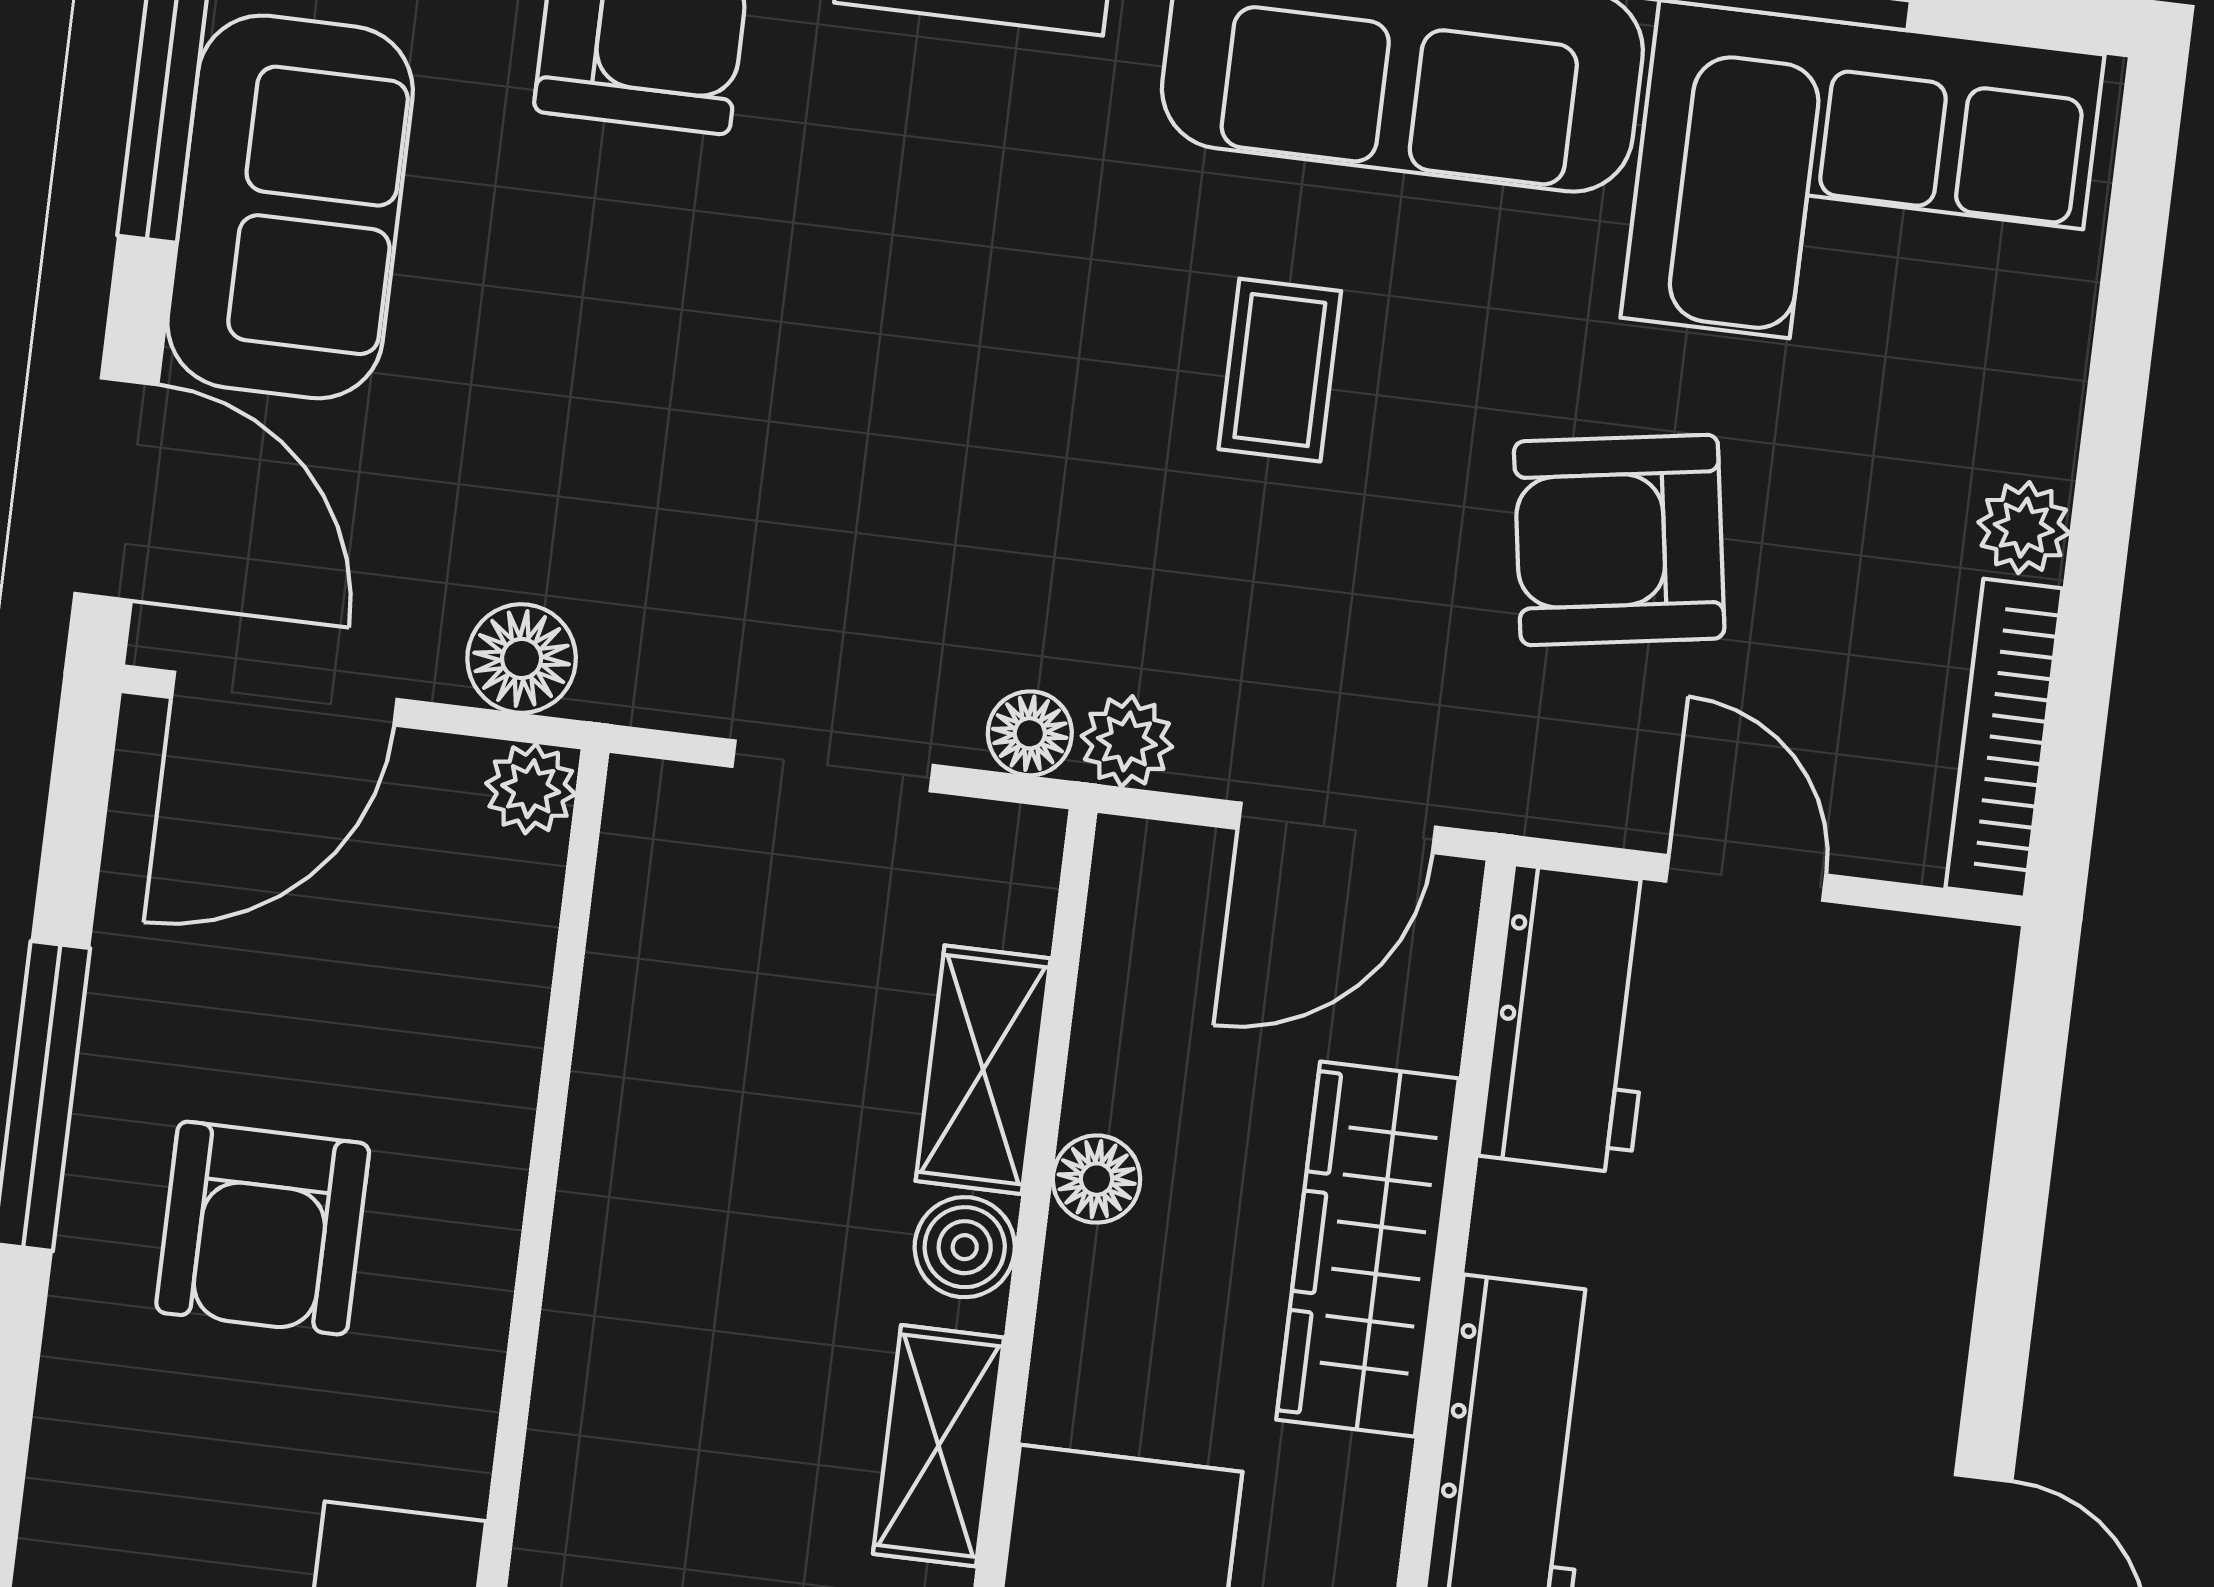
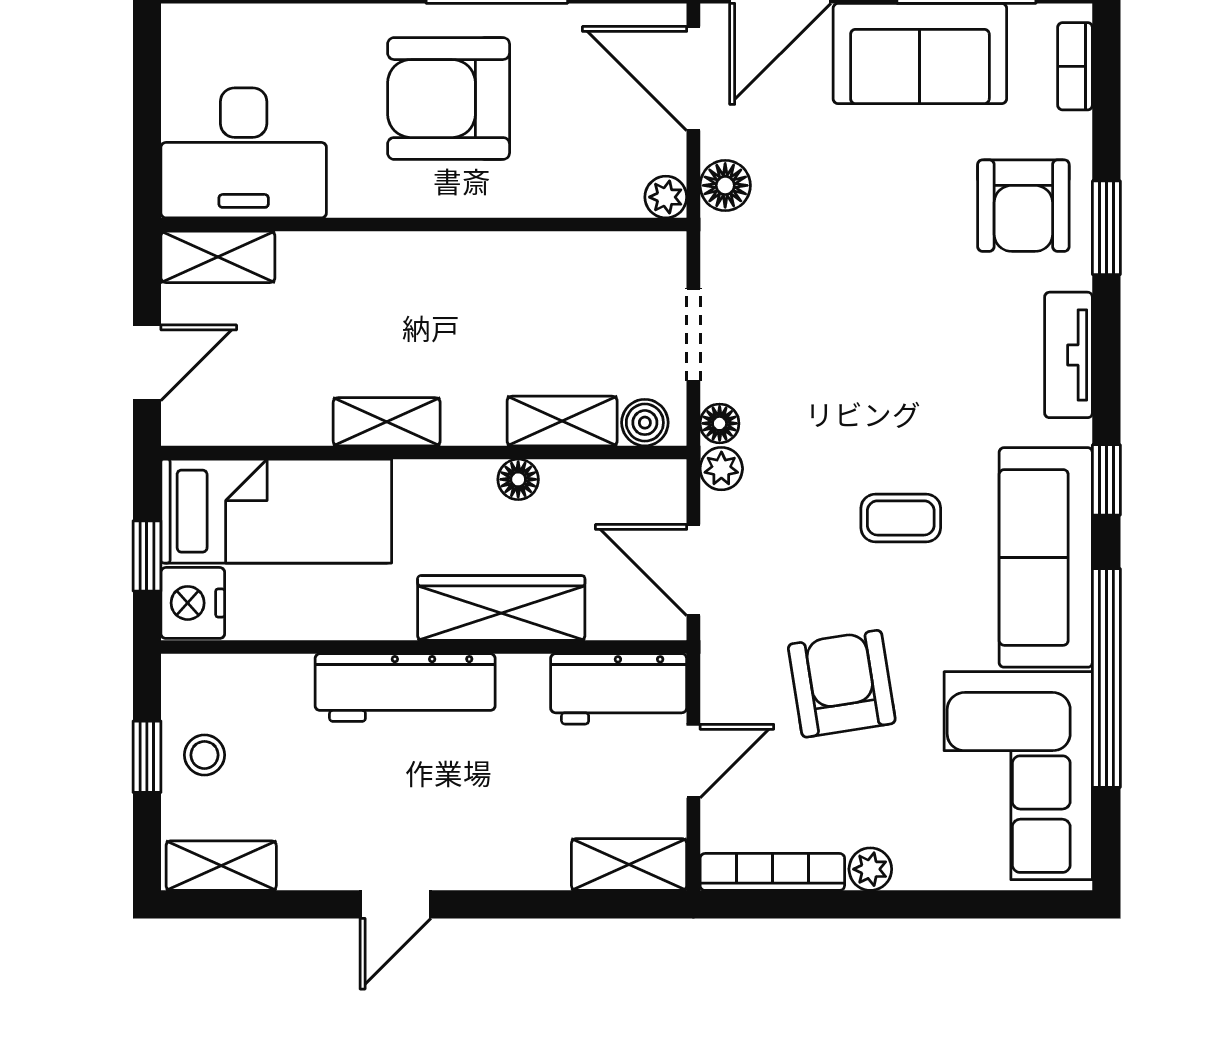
shelving: (1950, 1043) -> (629, 865), added
armchair: (263, 1228) -> (449, 99), width x1.36, depth x1.36
boiler: (965, 1247) -> (645, 423), moved

